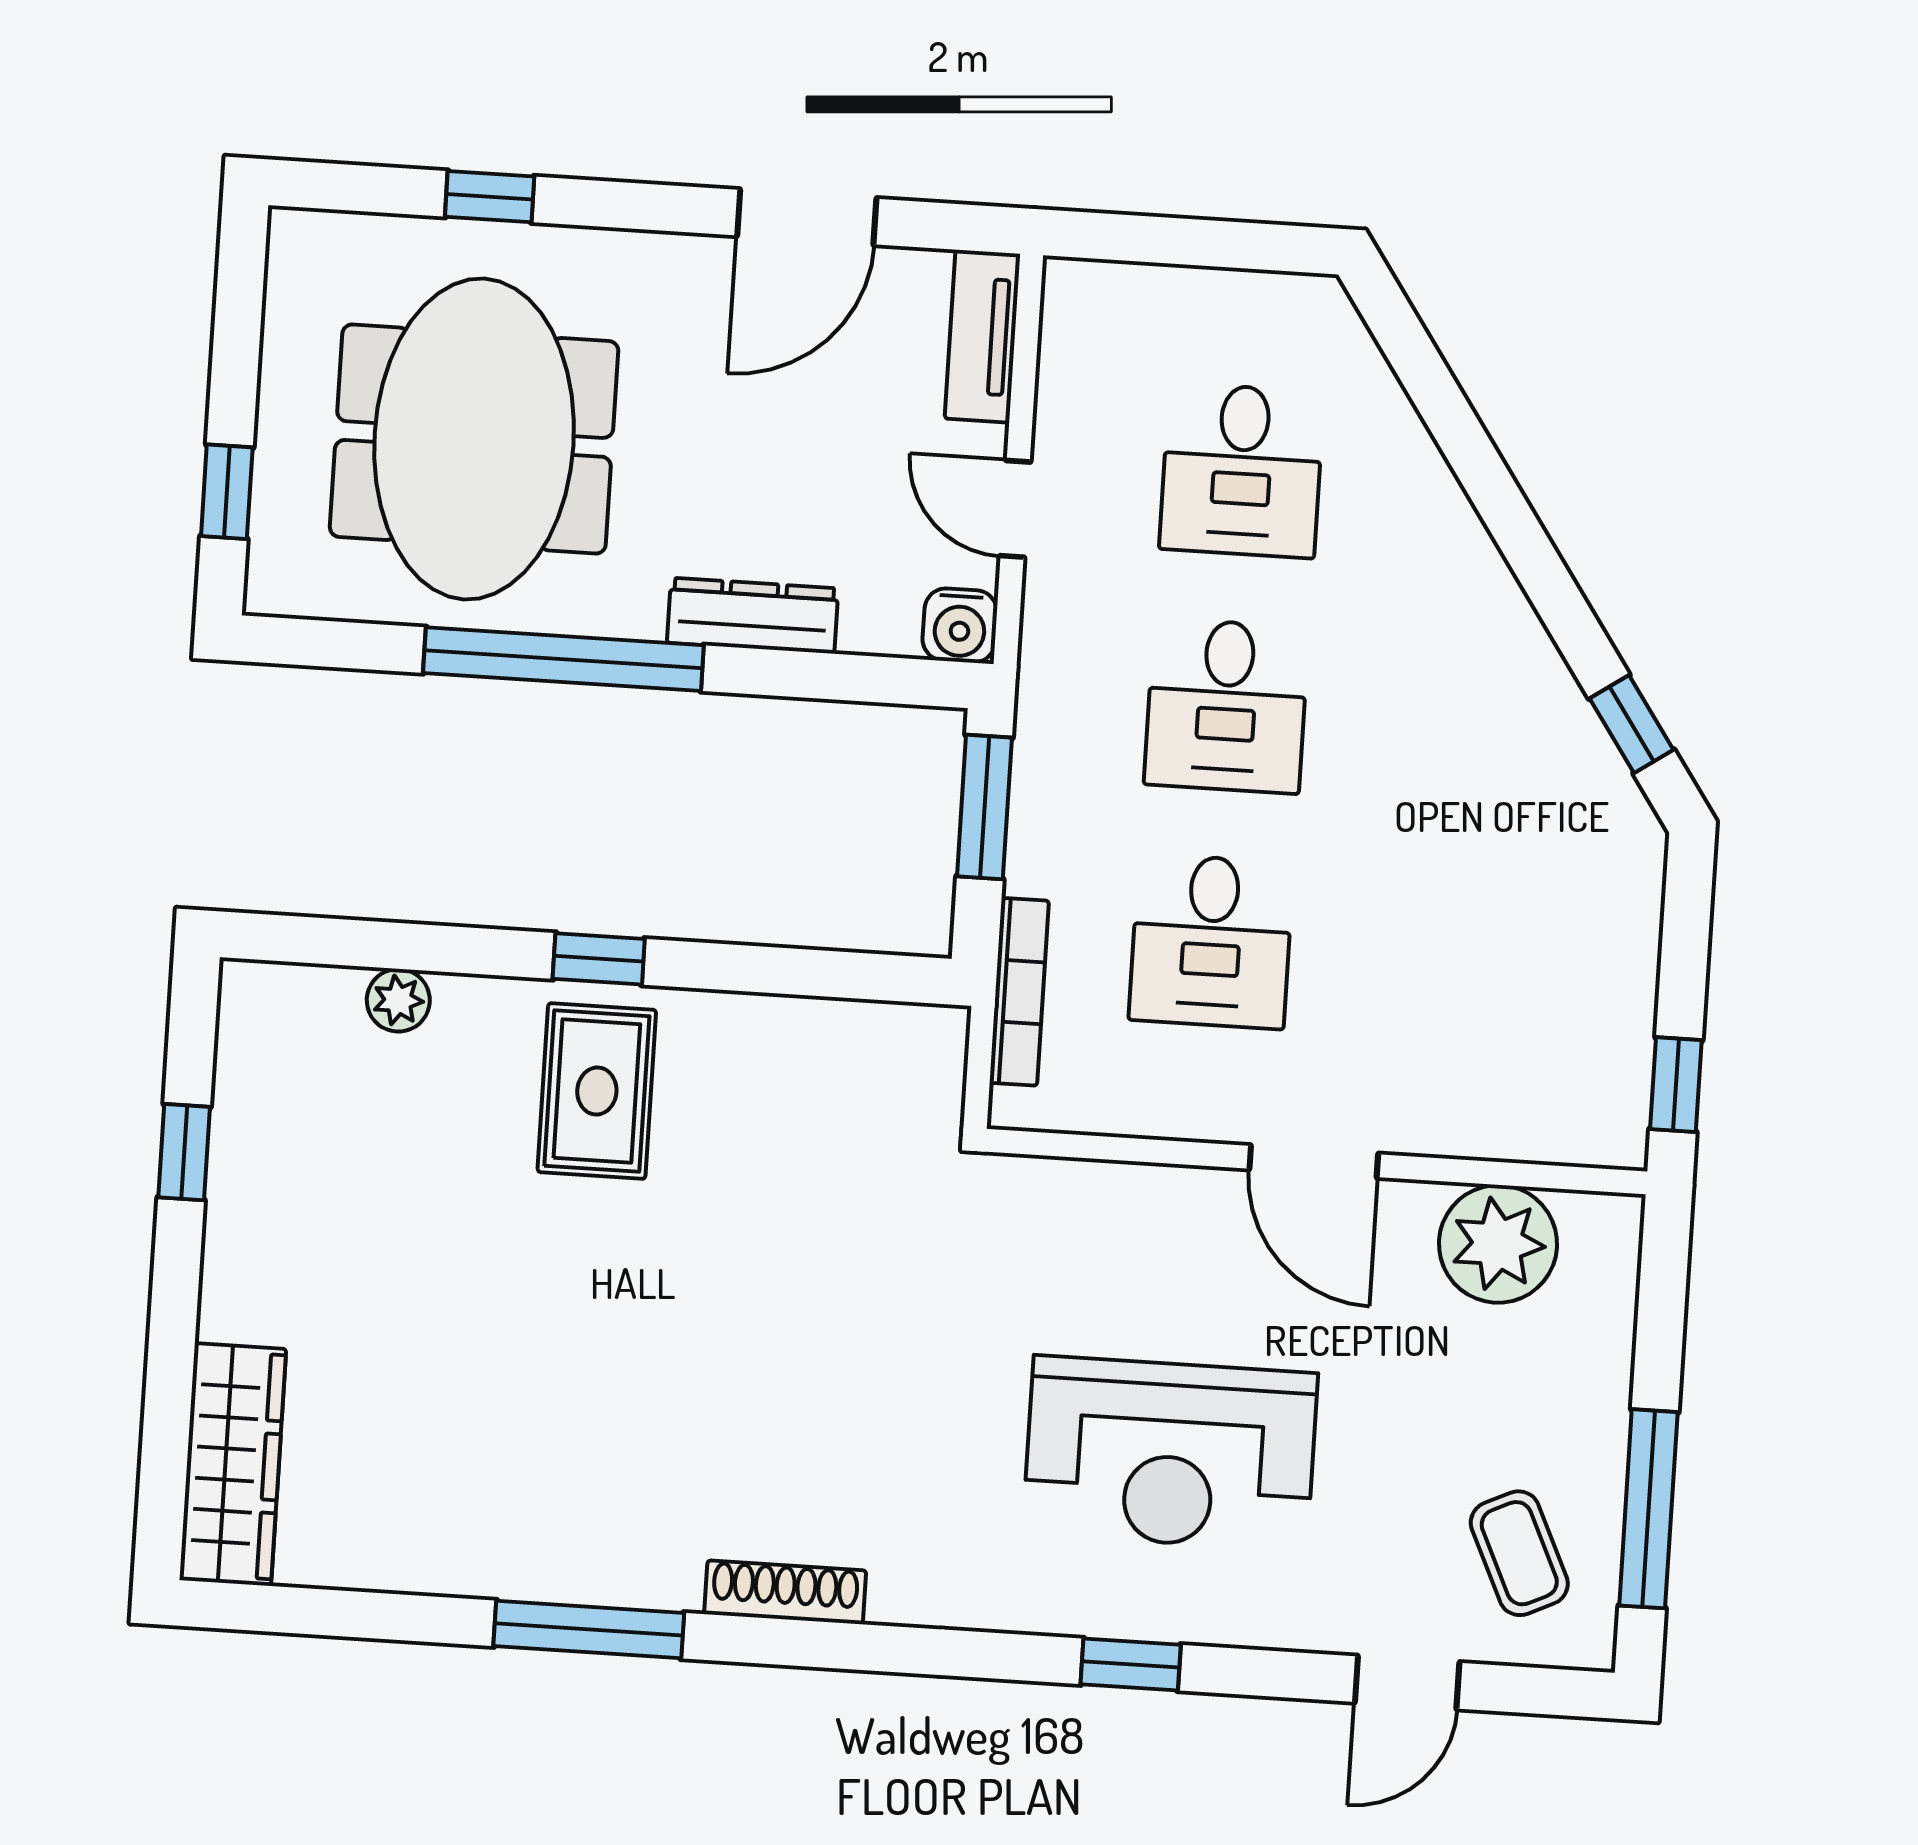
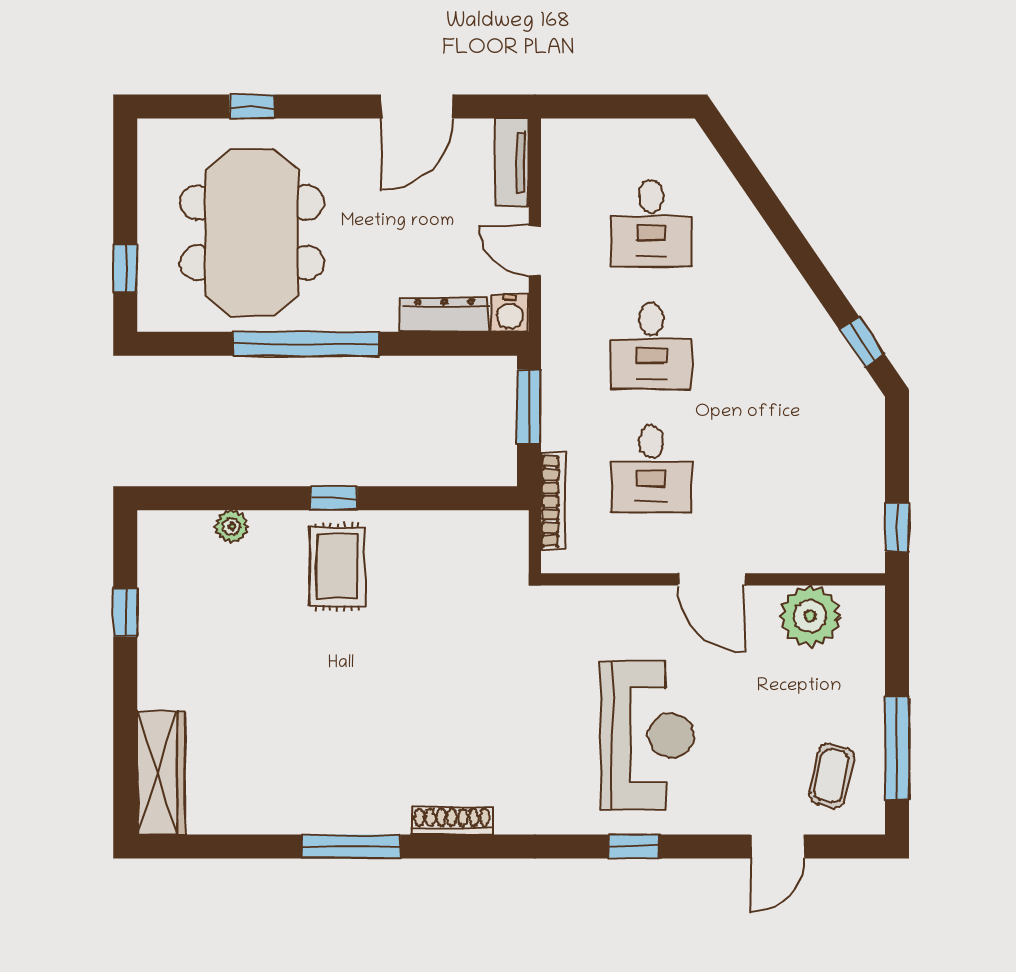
dresser: (753, 616) -> (444, 315), moved
reception desk: (1170, 1453) -> (647, 736), turned -90
coffee table: (1519, 1553) -> (831, 776), turned 37

